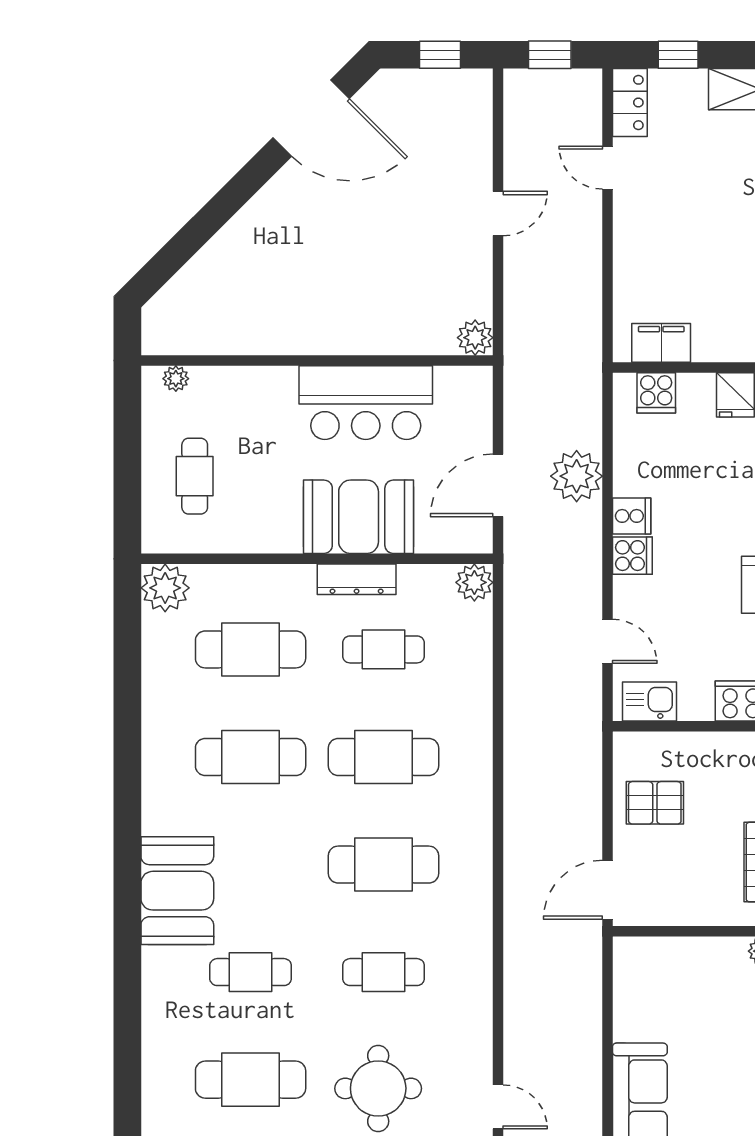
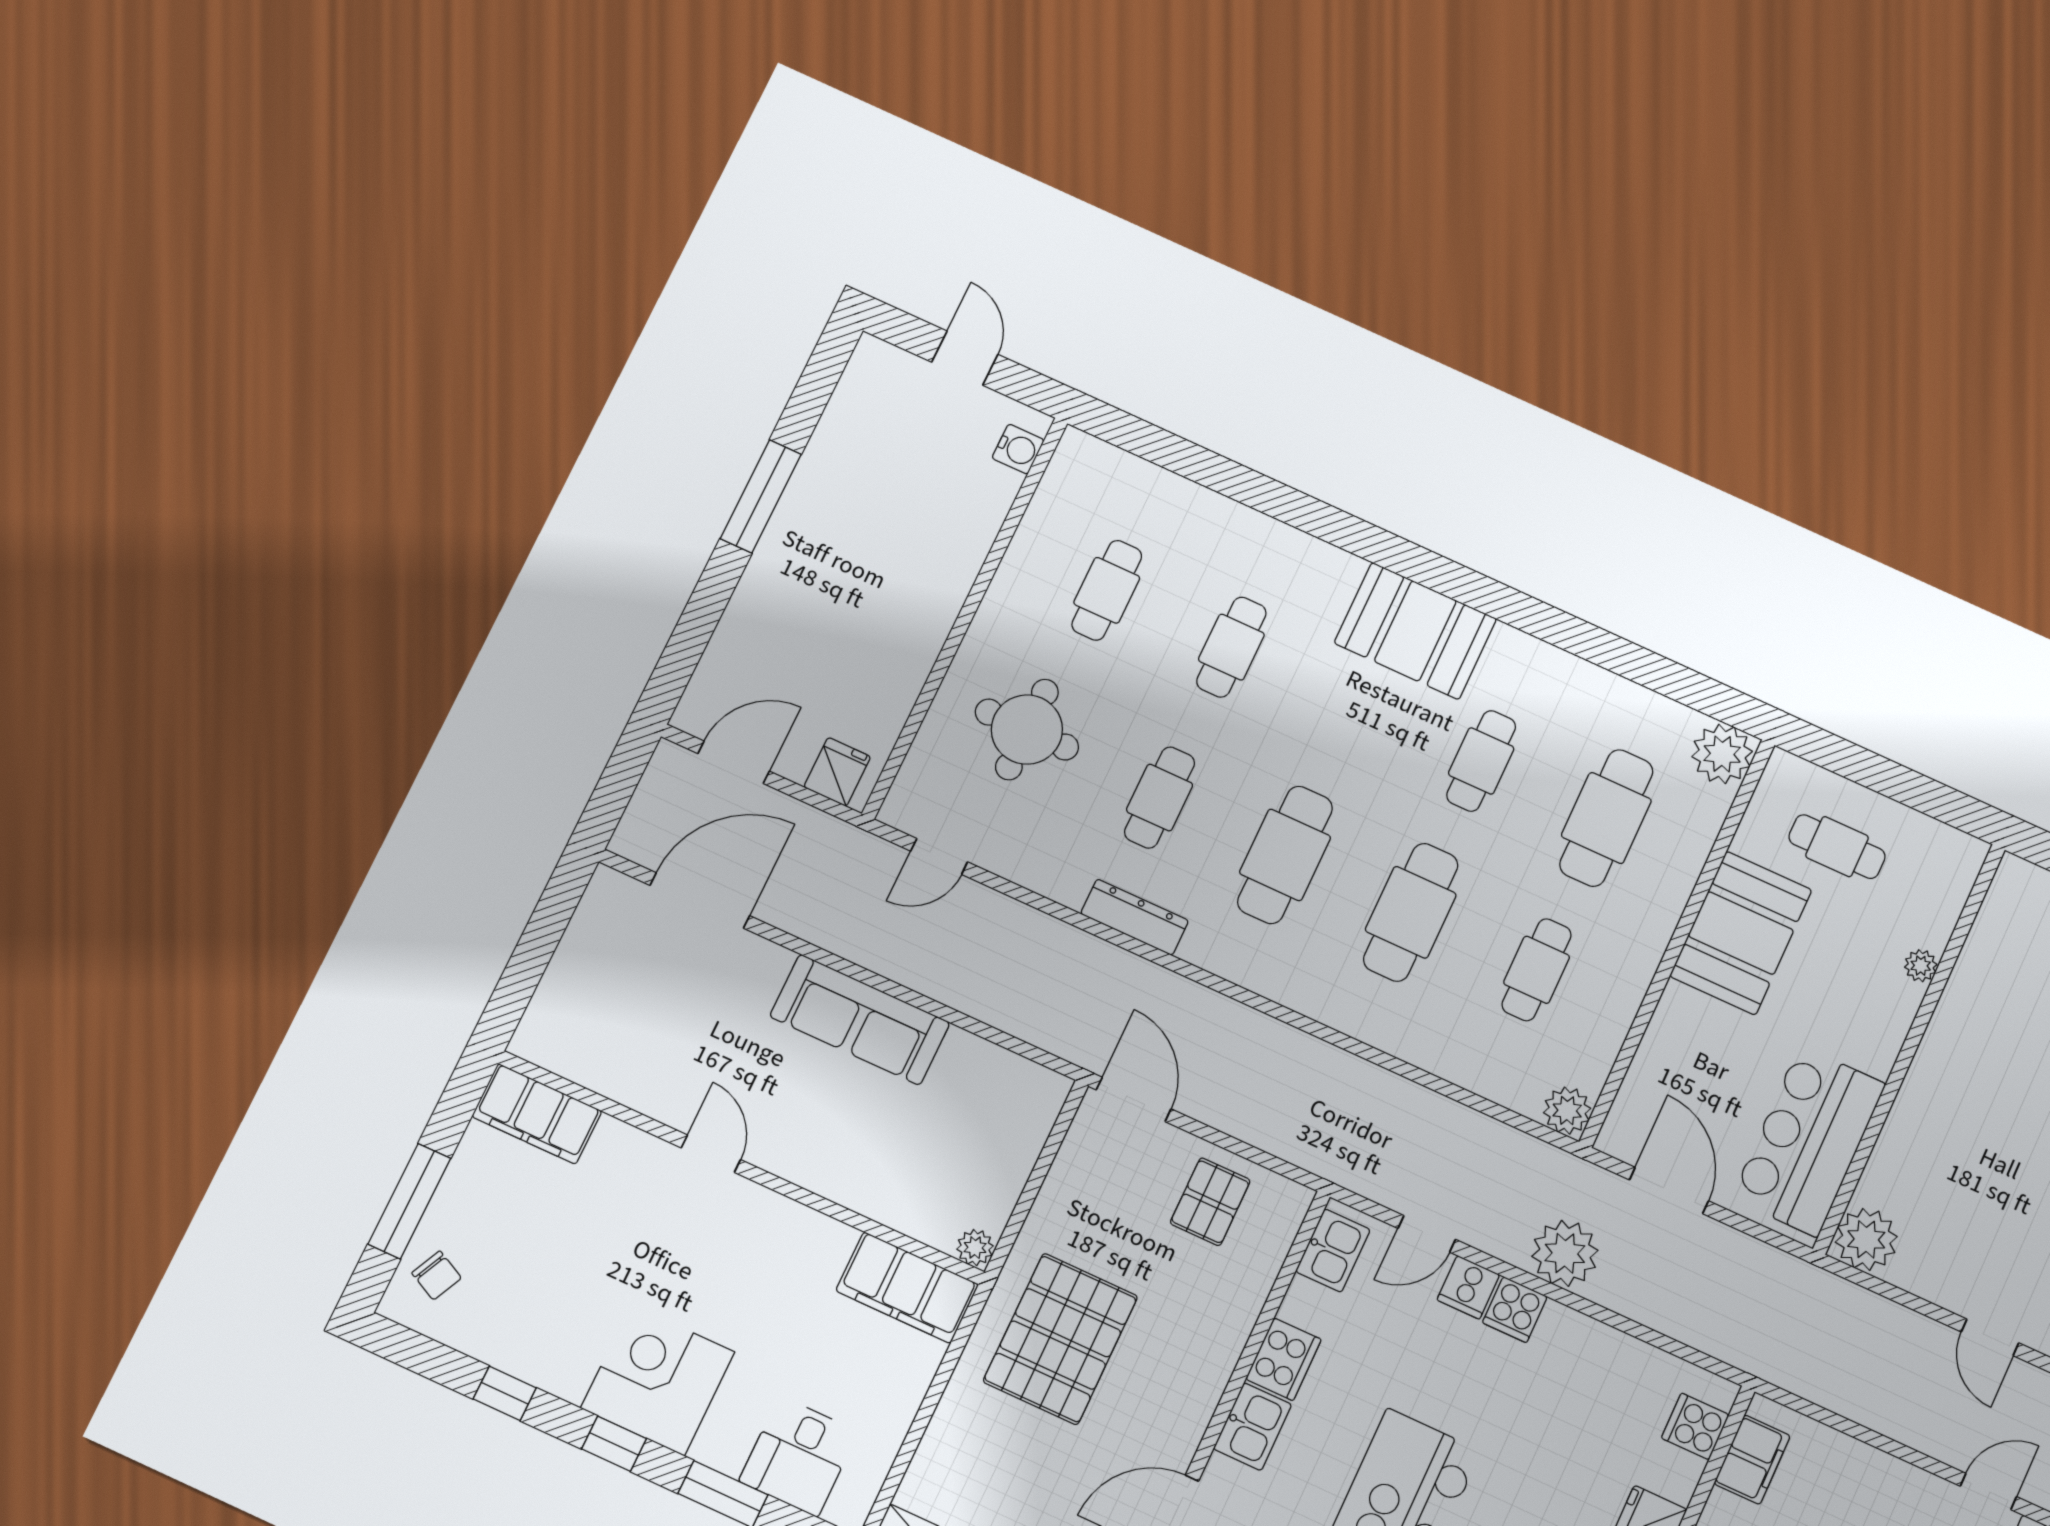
plant: (475, 338) -> (1866, 1239), width x1.36, depth x1.36
plant: (176, 379) -> (1921, 966), moved
bar counter: (366, 403) -> (1809, 1141), moved
plant: (577, 476) -> (1565, 1253), moved
cooker: (632, 516) -> (1468, 1287), moved
booth: (359, 517) -> (1741, 933), moved
dresser: (357, 579) -> (1135, 917), moved, turned 90
cafe table: (251, 757) -> (1481, 761), width x0.73, depth x0.74
booth: (177, 891) -> (1415, 631), moved
cafe table: (251, 1080) -> (1107, 590), width x0.73, depth x0.74

